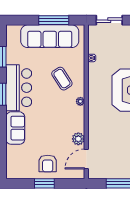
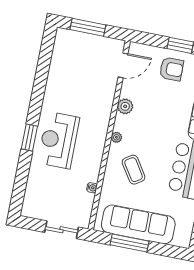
plant: (78, 139) -> (125, 106), moved
armchair: (48, 164) -> (171, 69), turned 90

